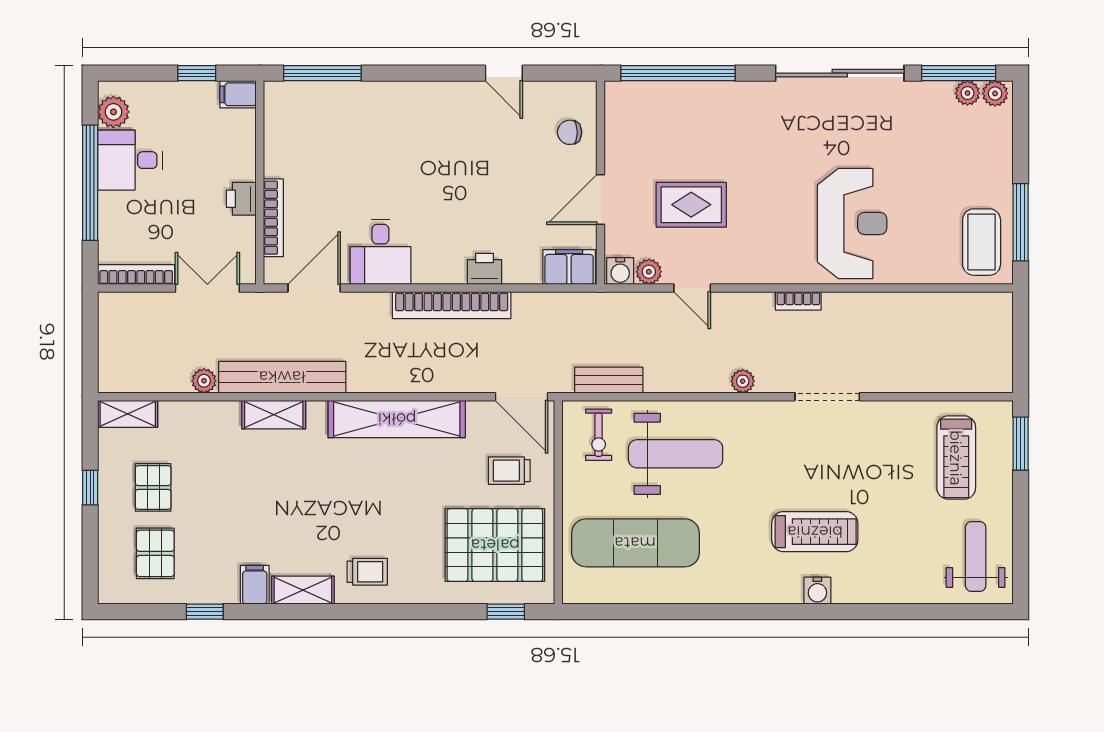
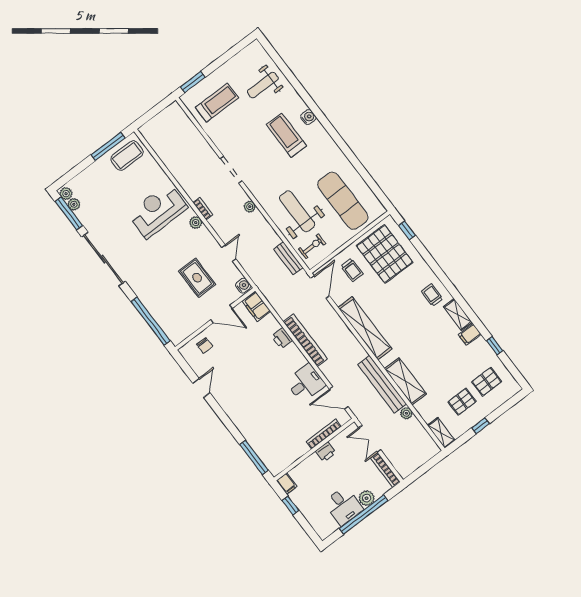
plant: (113, 112) -> (367, 498), moved
plant: (649, 272) -> (196, 223), moved
shelving: (274, 415) -> (405, 381), width x1.50, depth x1.33
weight bench: (976, 557) -> (263, 85), moved

